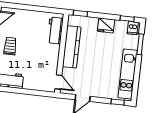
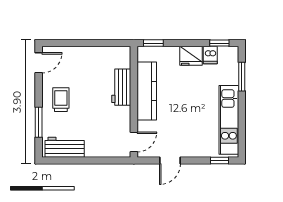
dishwasher: (133, 28) -> (210, 55), moved
workbench: (55, 30) -> (121, 87), moved
door: (58, 82) -> (134, 142), hinge flipped

